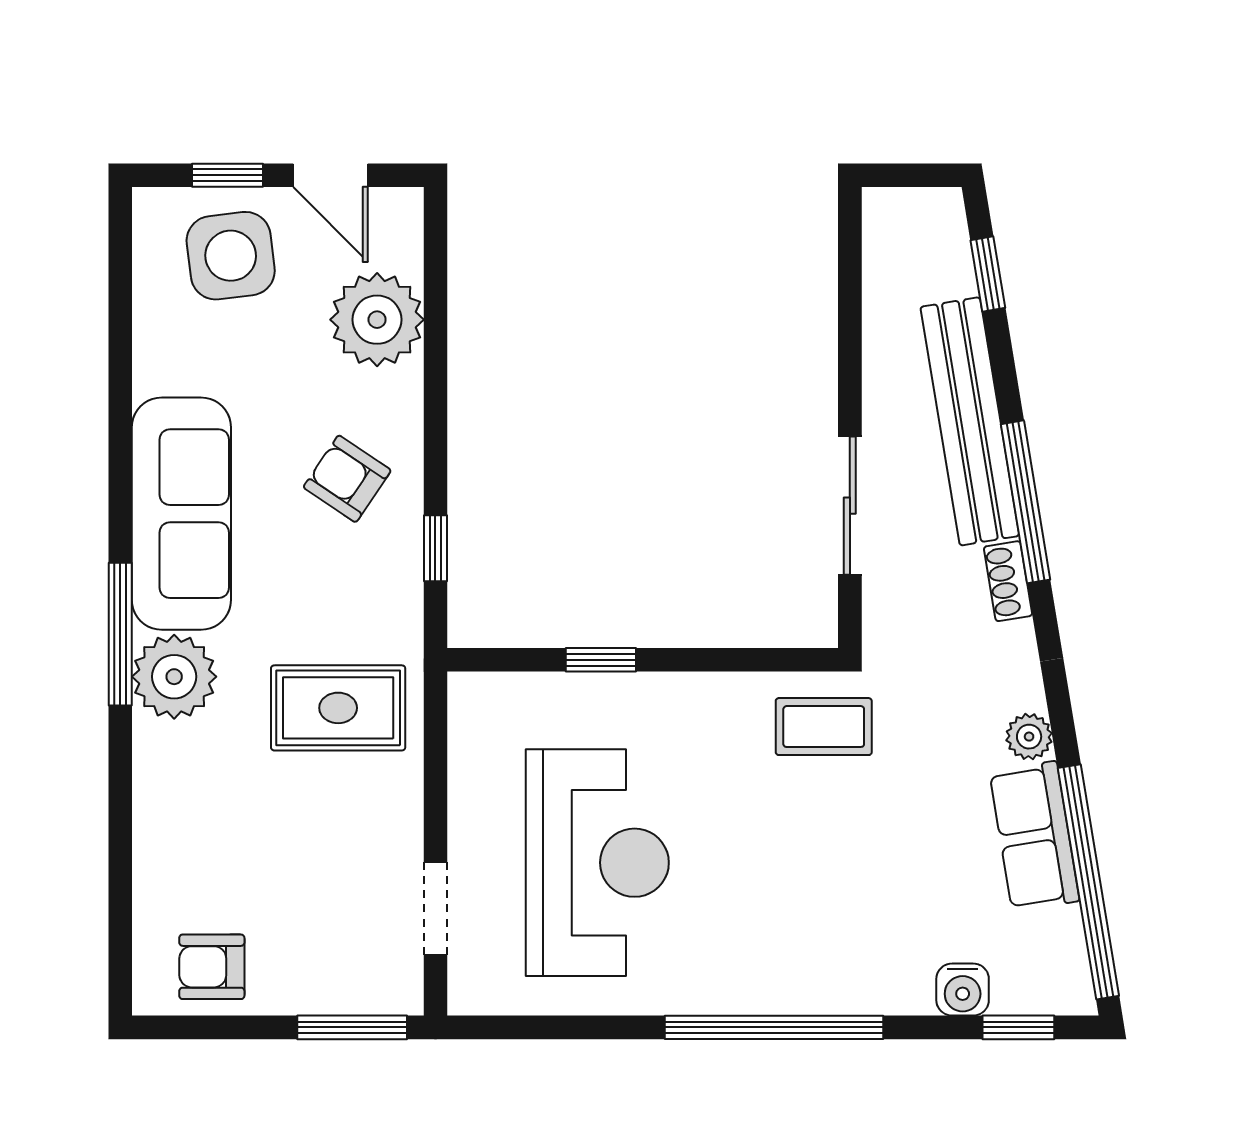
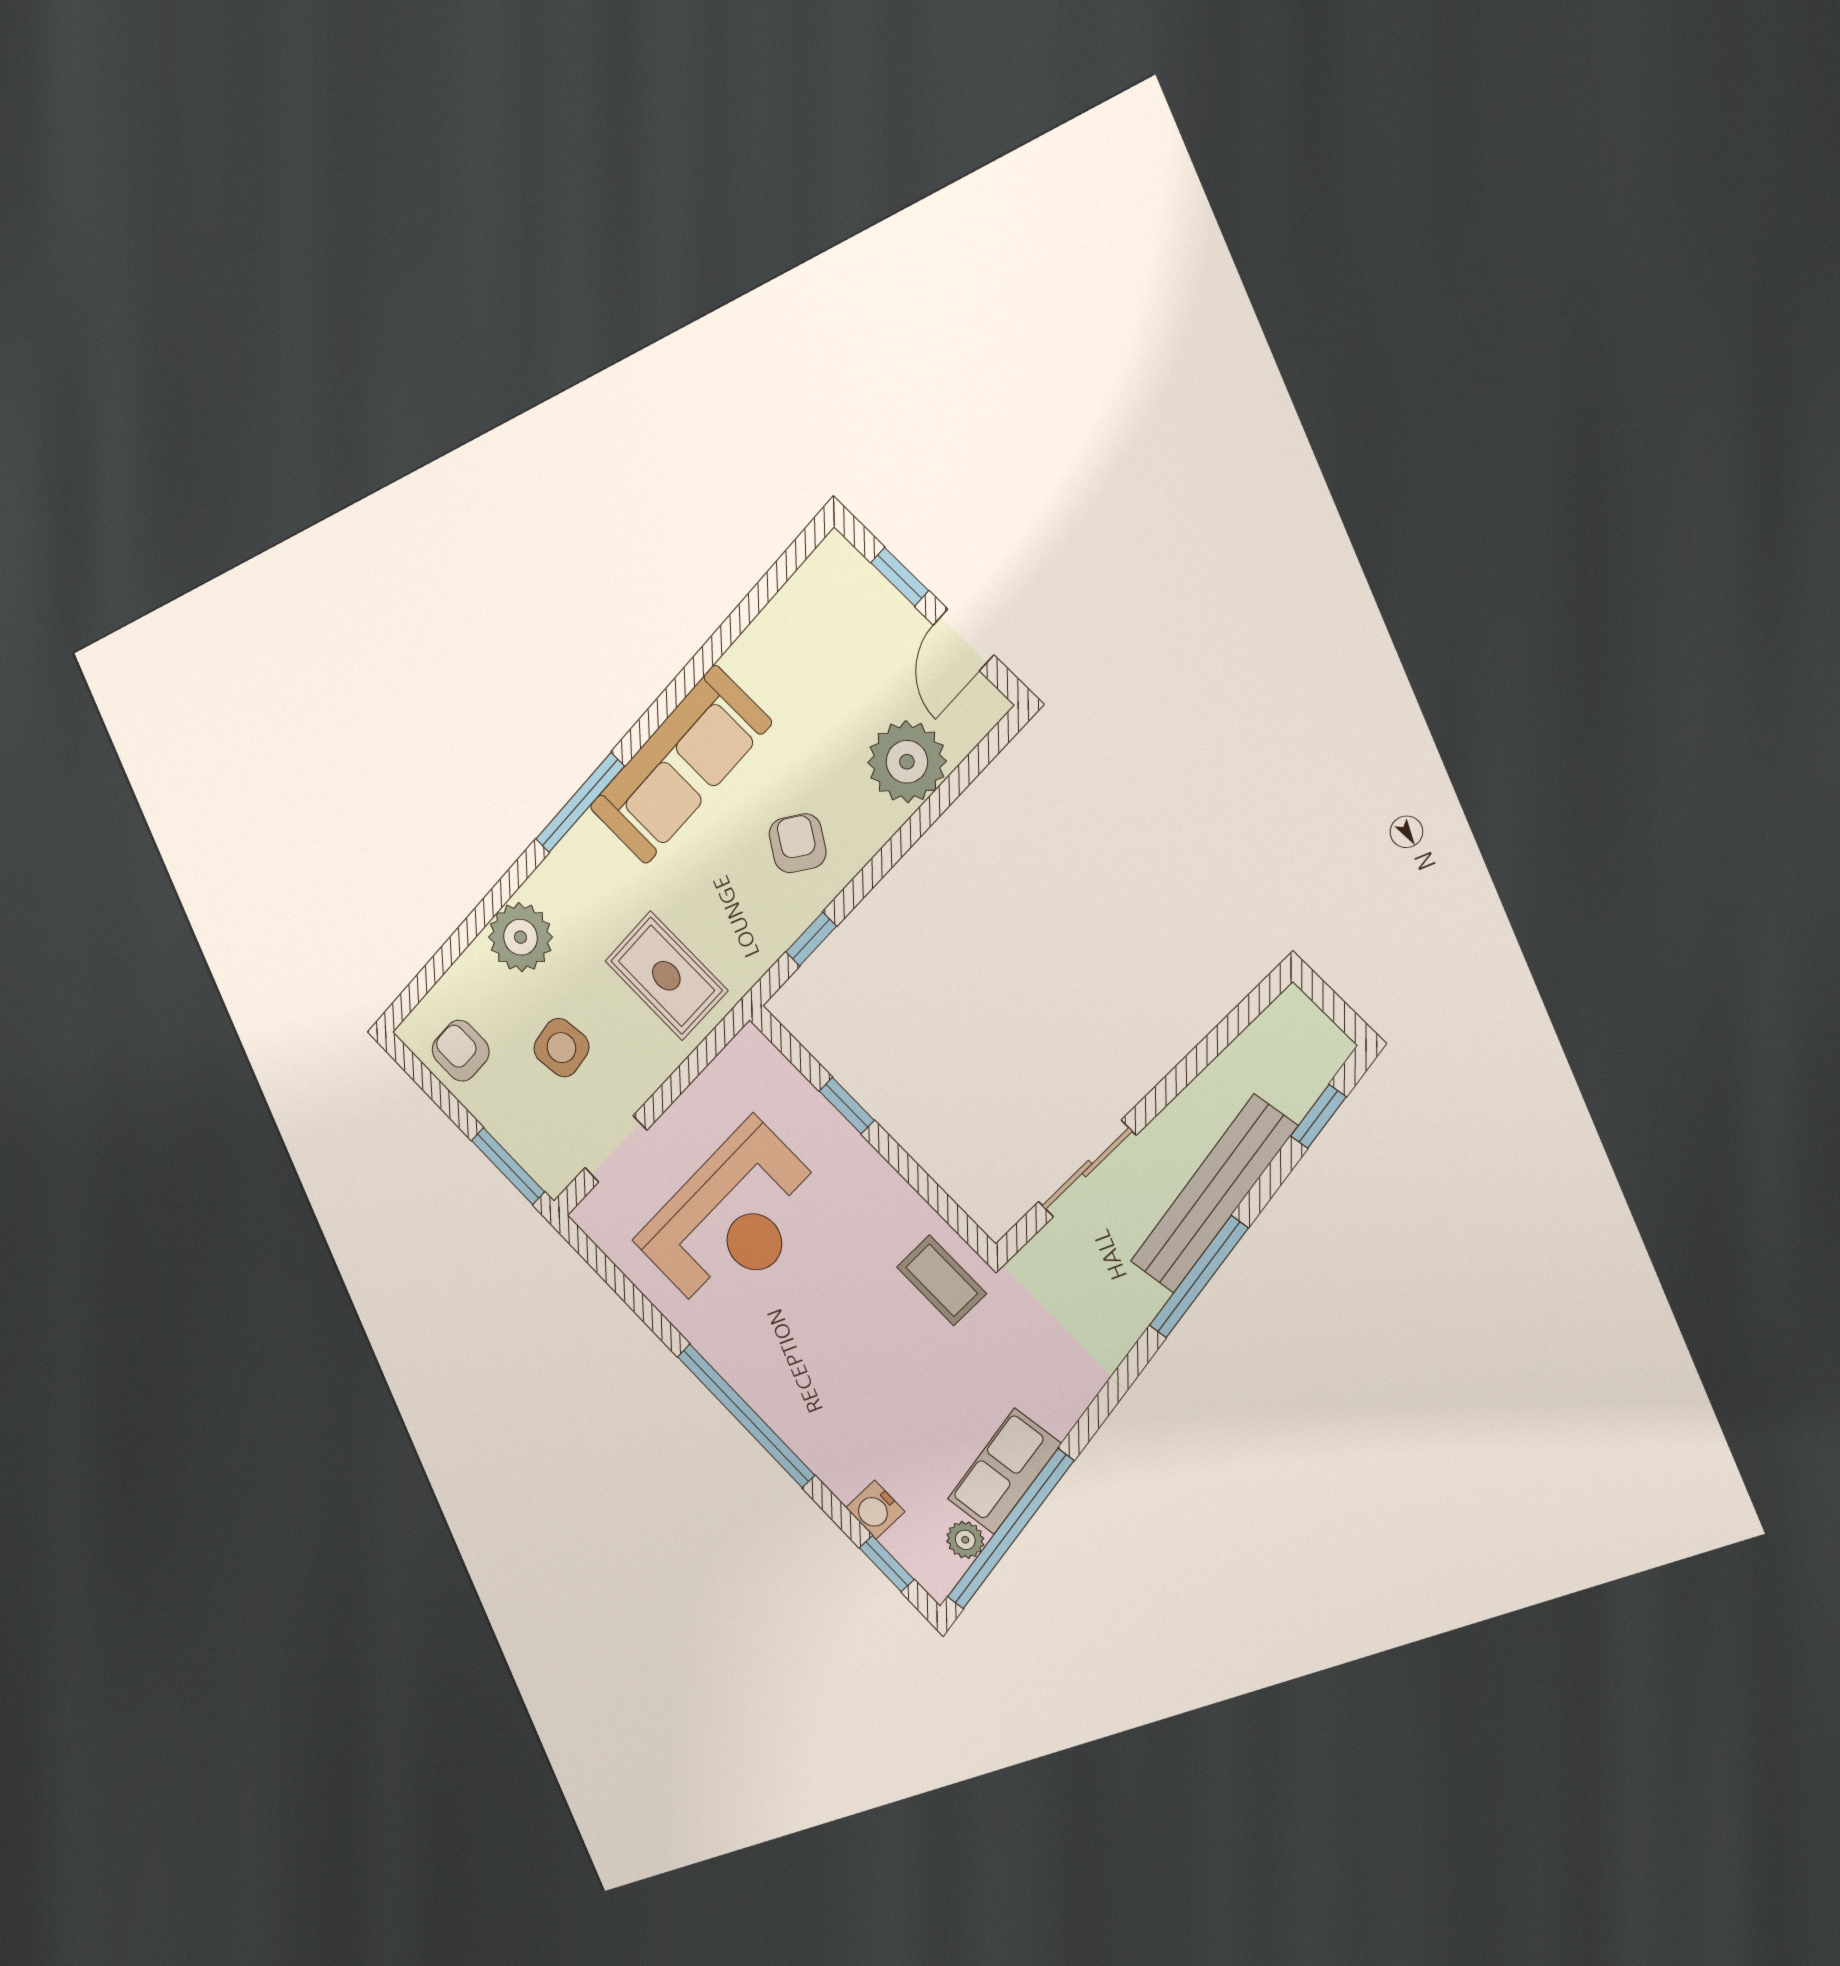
side table: (231, 256) -> (561, 1048), moved, width x0.73, depth x0.73
shoe rack: (1008, 581) -> (1139, 1312), removed
plant: (174, 677) -> (520, 937), moved
plant: (1029, 737) -> (965, 1540), moved

